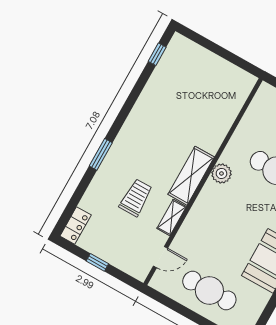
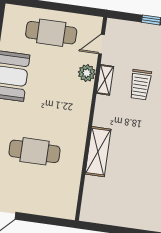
plant: (221, 173) -> (87, 73), moved
shelving: (191, 176) -> (98, 152), moved

